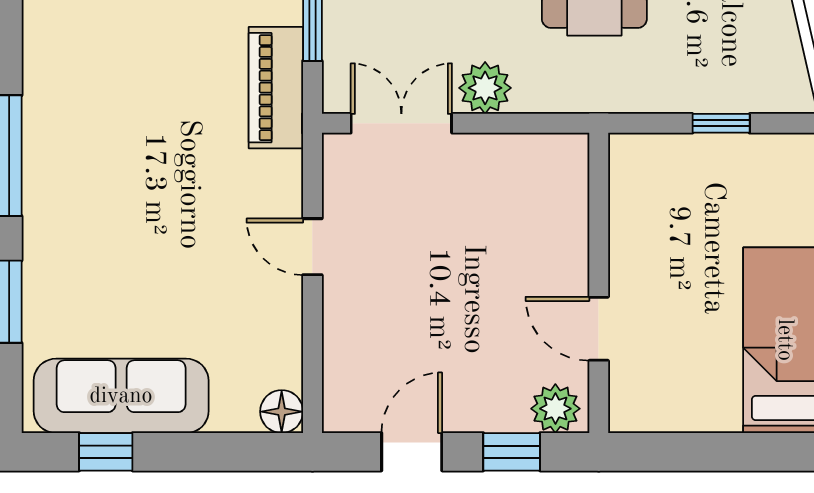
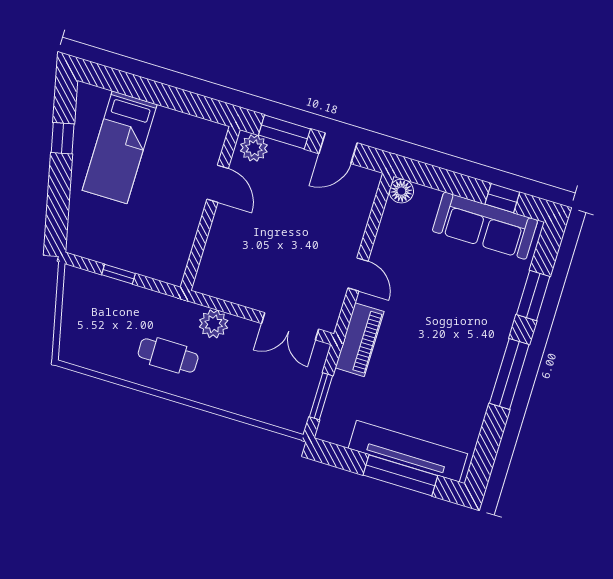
piano: (276, 88) -> (360, 340), moved
plant: (485, 88) -> (214, 324), moved
window: (512, 452) -> (284, 132), width x1.50

